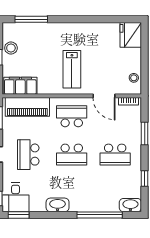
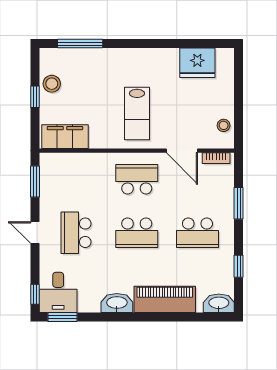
fridge: (131, 35) -> (197, 63), moved, turned -90
piano: (27, 107) -> (165, 299), moved, turned 180
window: (100, 215) -> (176, 317), removed

